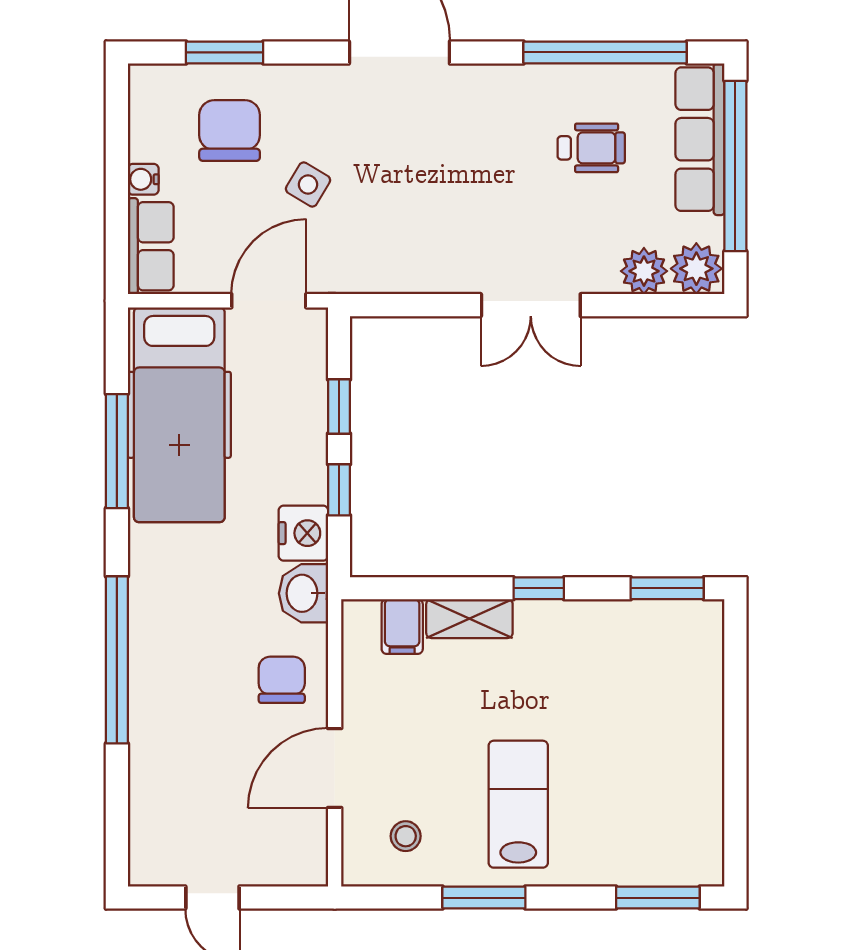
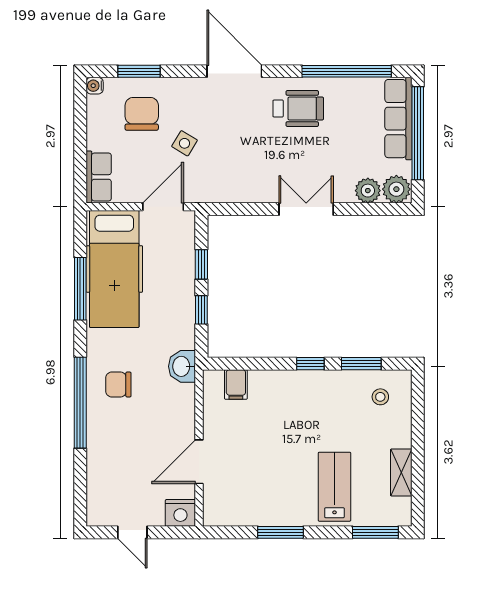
wheelchair: (591, 148) -> (298, 108), moved, width x1.36, depth x1.37
water cooler: (143, 179) -> (95, 86), moved
double door: (531, 305) -> (306, 209), swing flipped
nightstand: (303, 533) -> (180, 513), moved, turned 90
window: (667, 588) -> (361, 364), moved
shelving: (469, 619) -> (401, 472), moved, turned 90
chair: (282, 680) -> (118, 384), moved, turned -90
lab bench: (518, 804) -> (334, 487), moved
stool: (406, 836) -> (380, 397), moved

